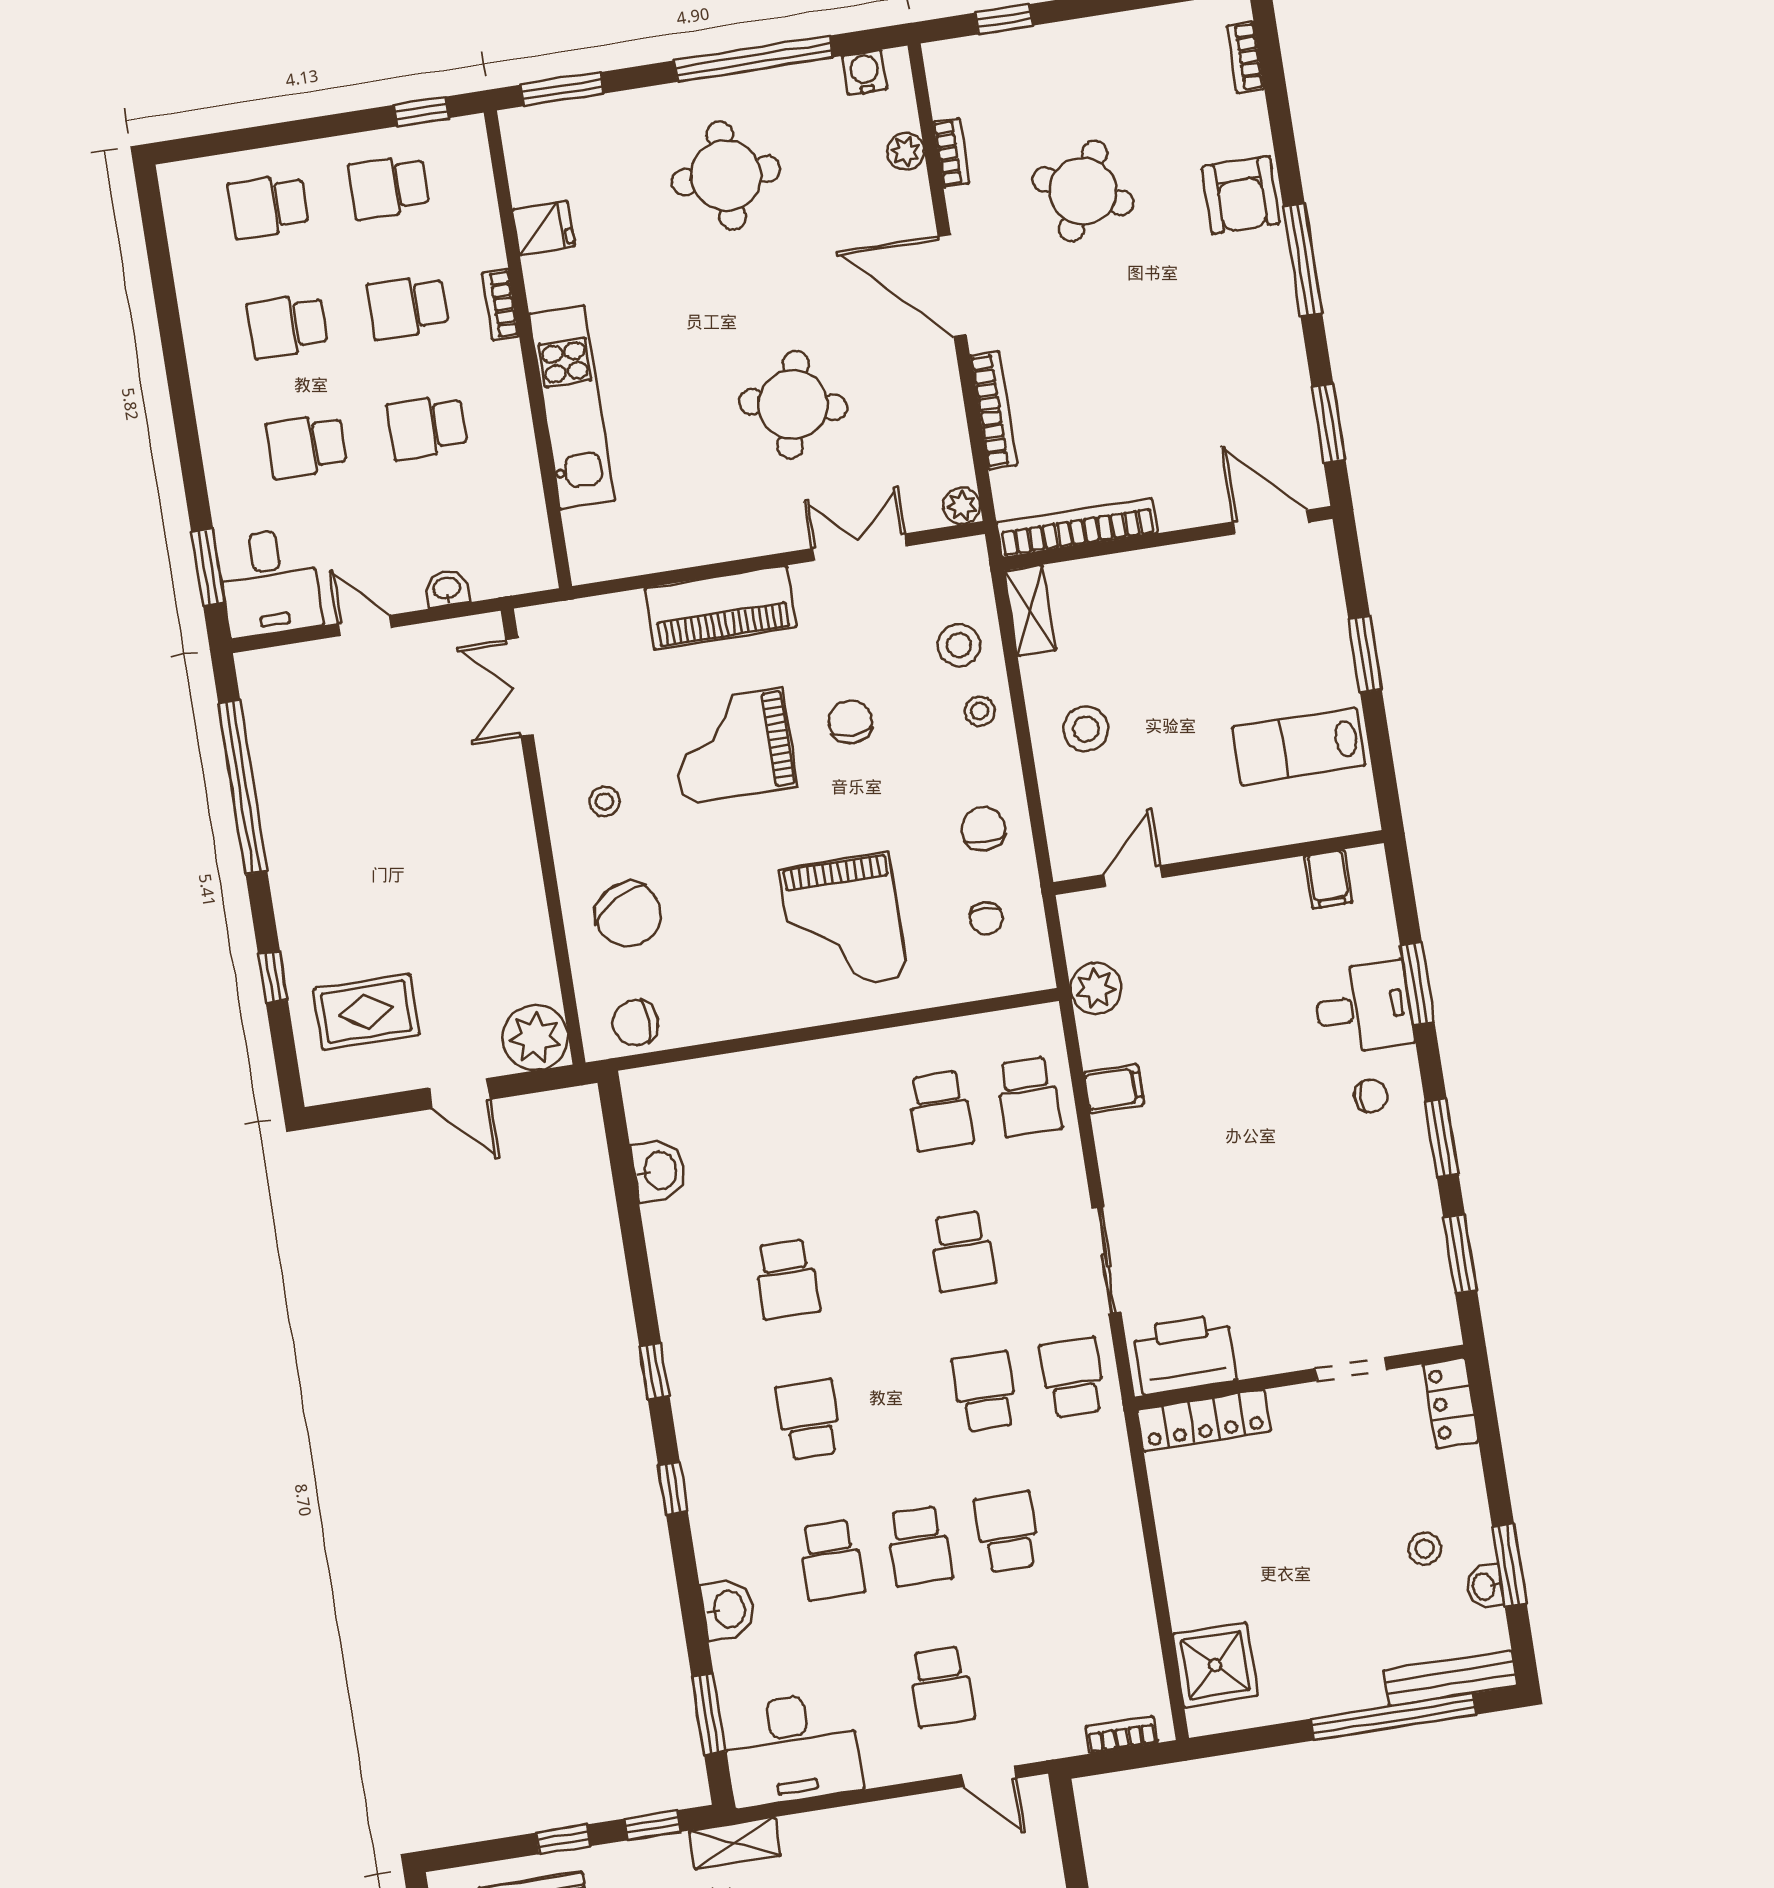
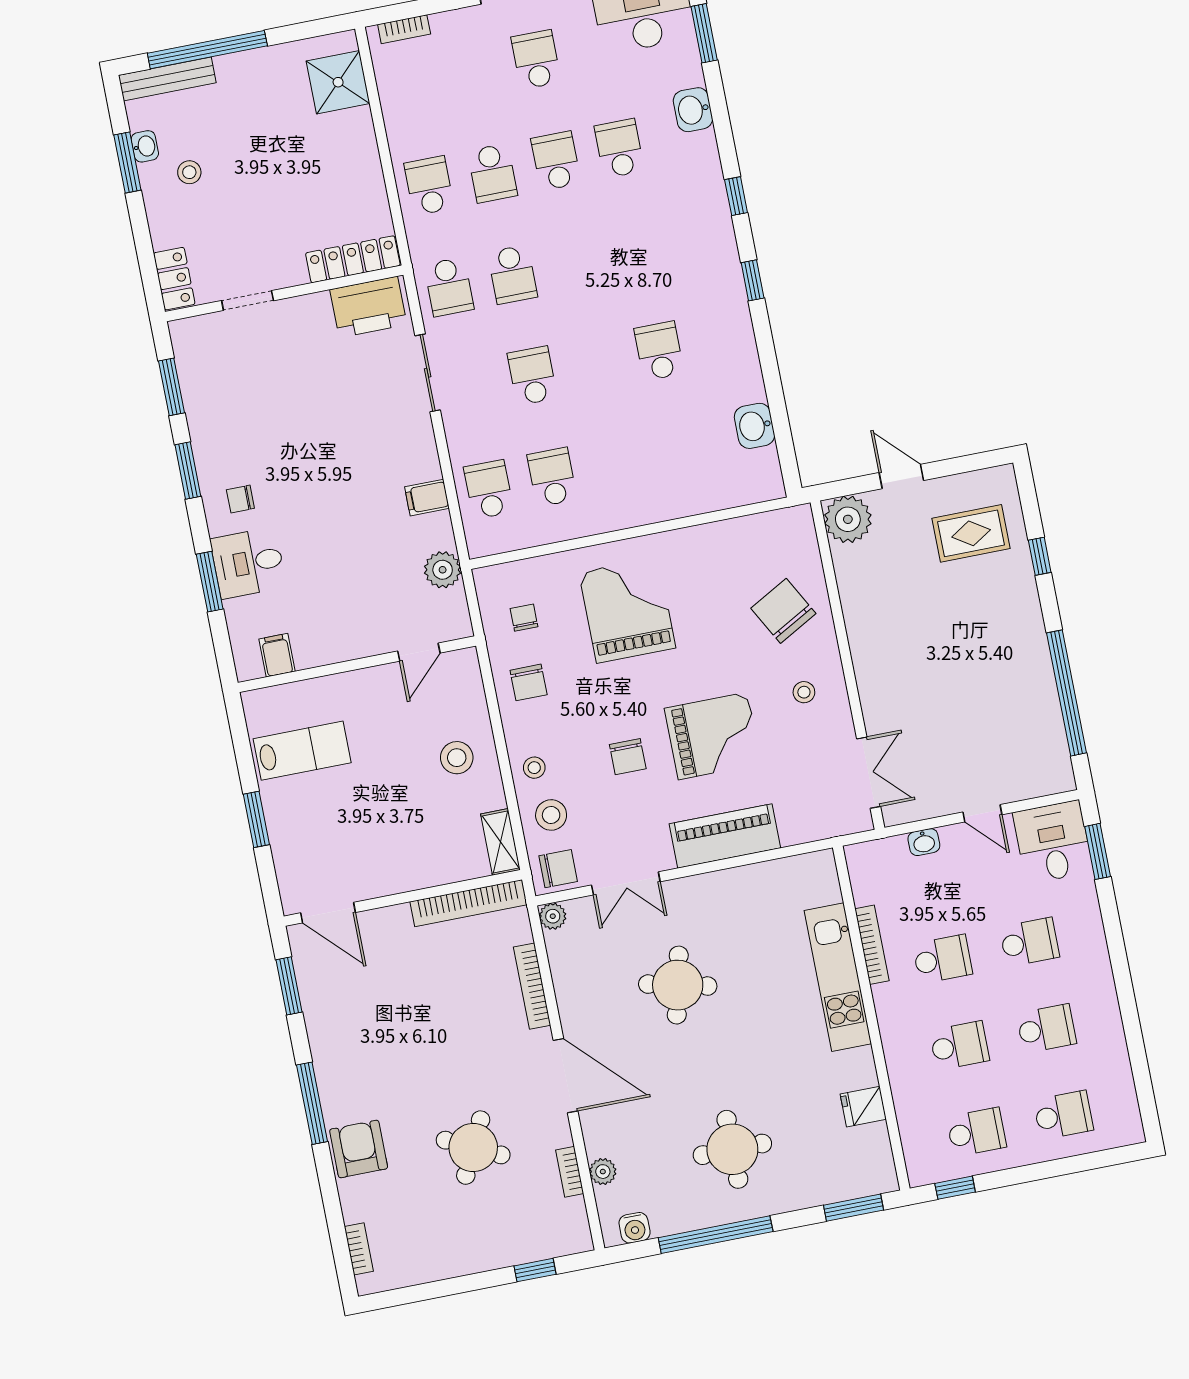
bookcase: (500, 304) -> (872, 945), moved, width x1.56
chair: (636, 1023) -> (558, 869), moved
school desk: (809, 1419) -> (429, 186), moved, turned 180

